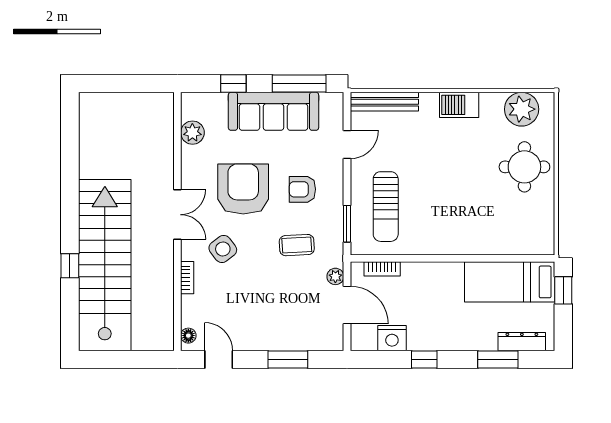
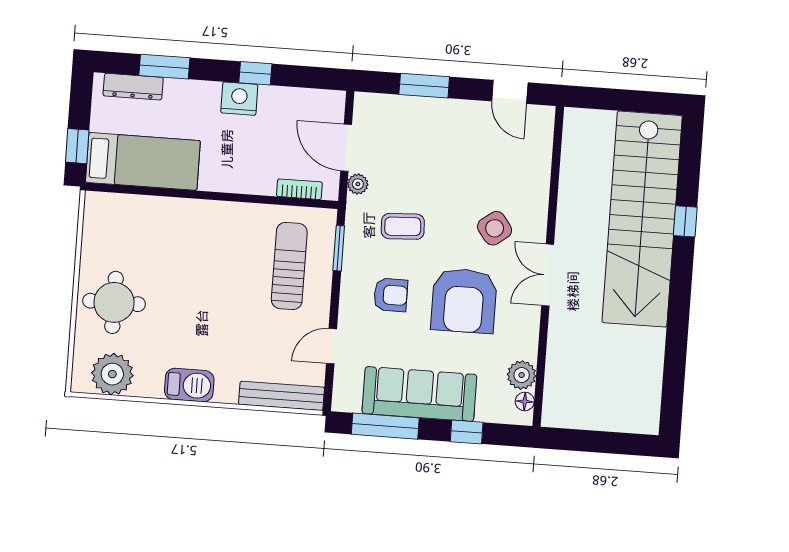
bookcase: (187, 278) -> (541, 196), removed
floor lamp: (188, 336) -> (525, 401), moved
nightstand: (392, 338) -> (239, 99), moved

